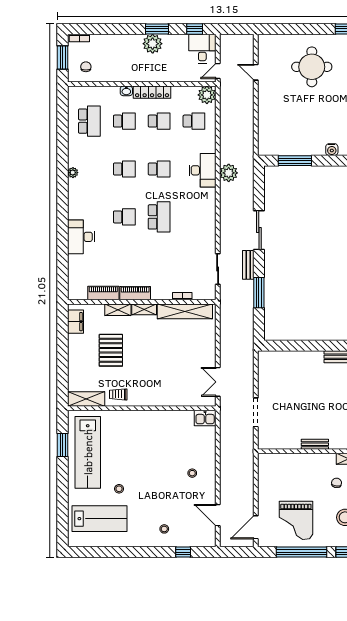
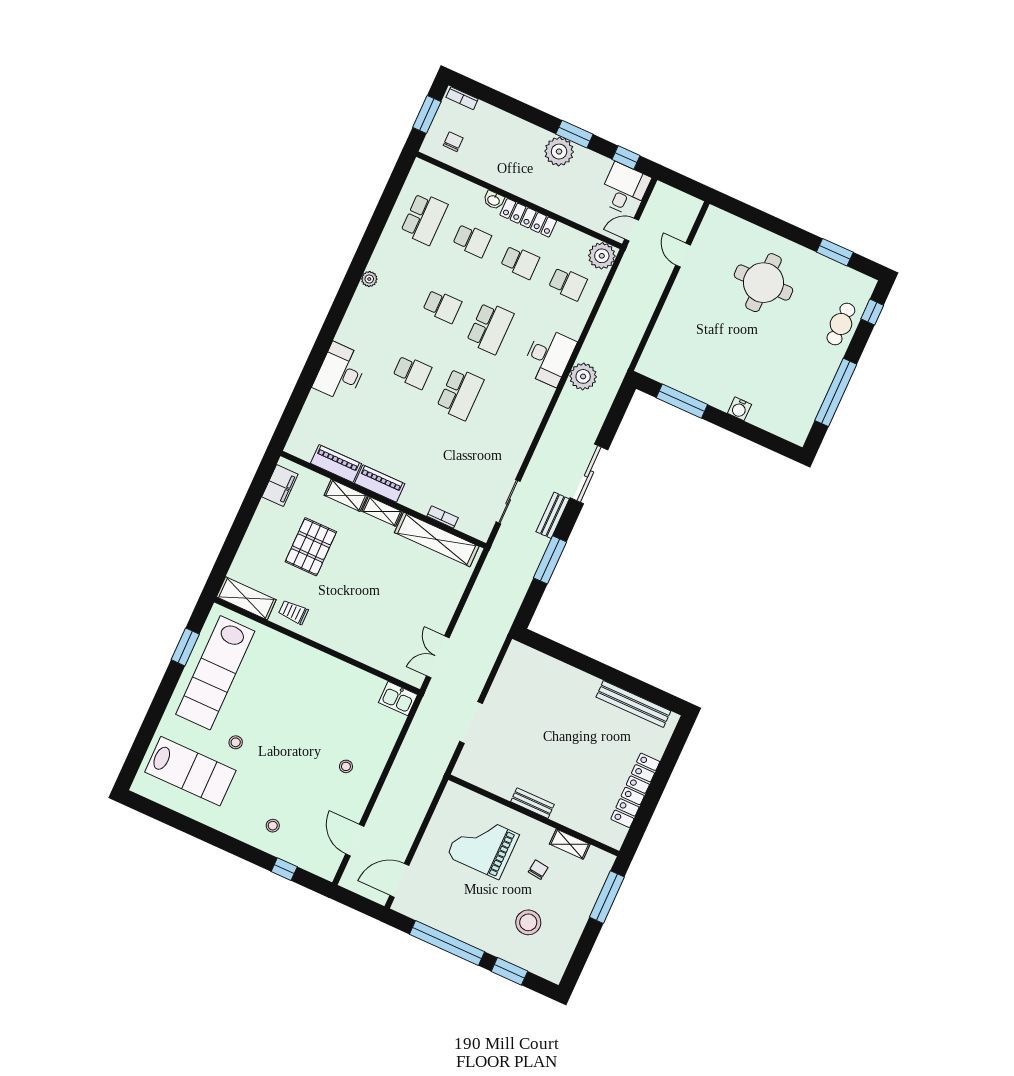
school desk: (159, 169) -> (490, 328), width x1.85
grand piano: (296, 520) -> (483, 845), moved, turned 90

